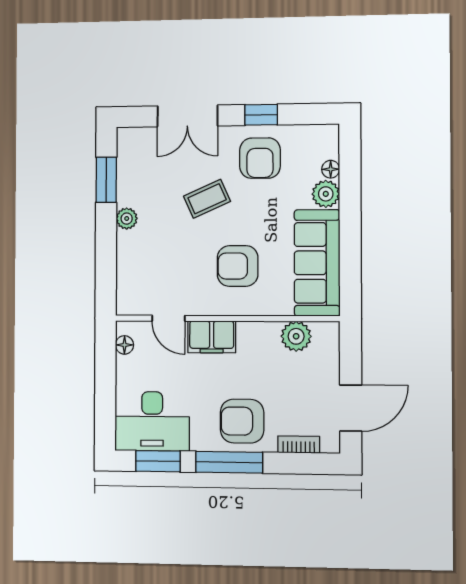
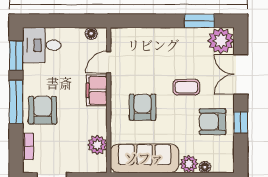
coffee table: (207, 199) -> (186, 87), turned -66
plant: (127, 219) -> (221, 41), moved, width x1.88, depth x1.88
desk: (152, 421) -> (42, 45), width x0.73

